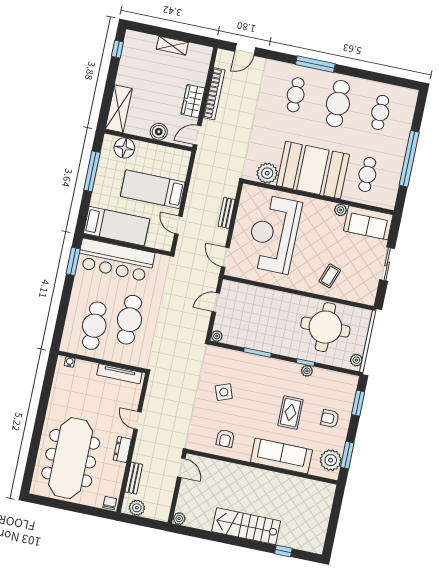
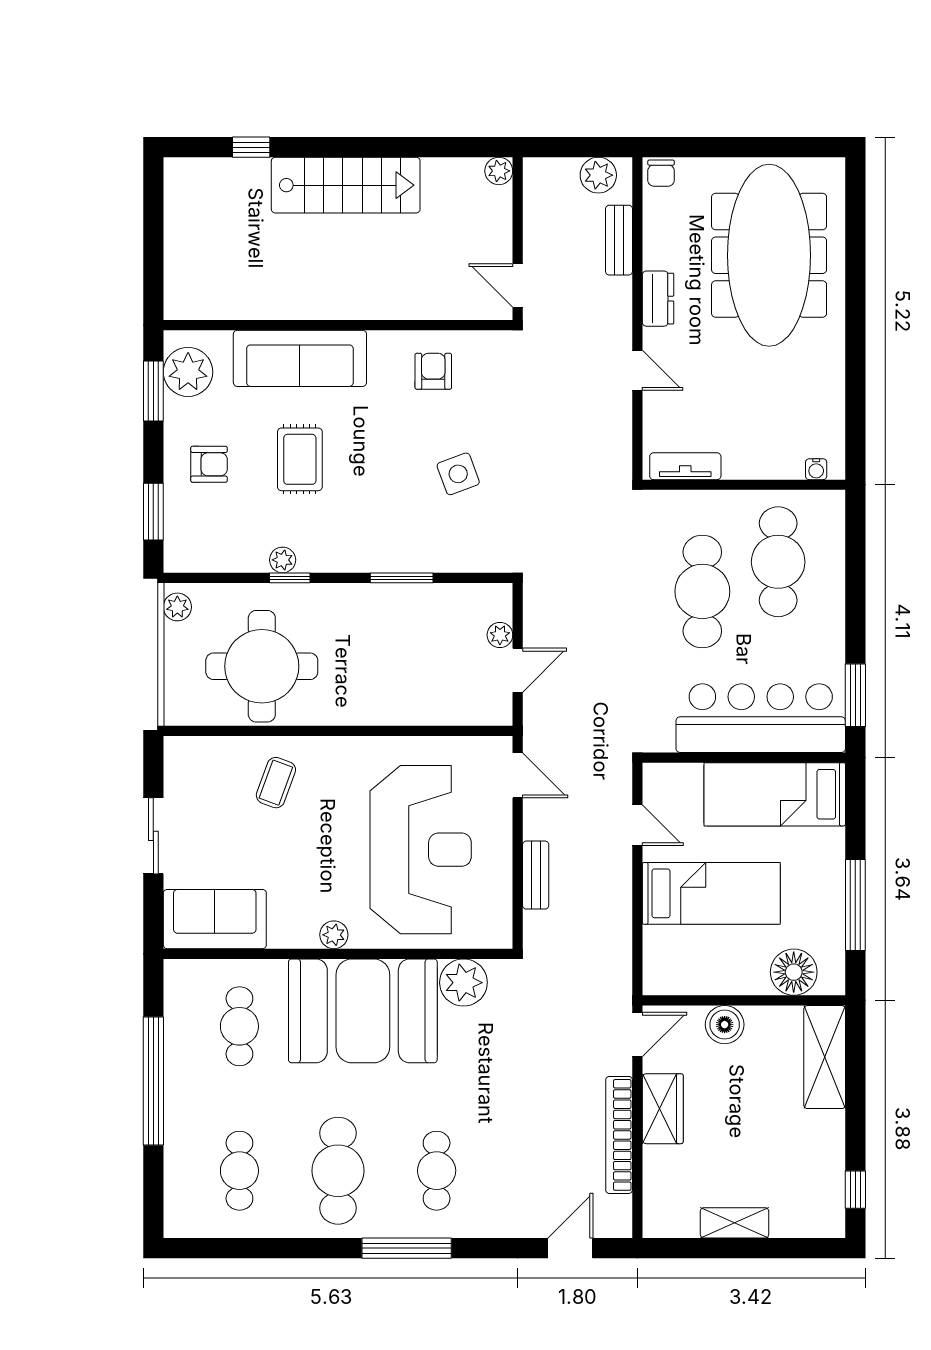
plant: (340, 210) -> (334, 935), moved
plant: (217, 336) -> (500, 635), moved
tv unit: (119, 374) -> (685, 466), width x0.71

